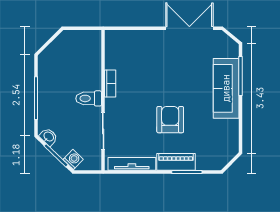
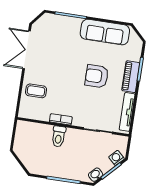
coffee table: (141, 48) -> (36, 91), added
sofa: (226, 88) -> (105, 32), moved
toilet: (89, 98) -> (59, 136), moved

